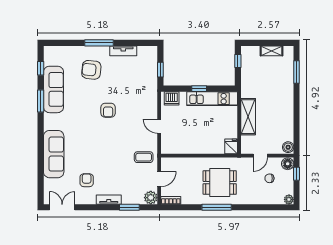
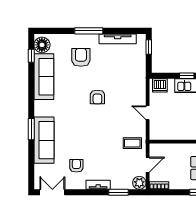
tv unit: (123, 51) -> (118, 39), width x1.41
floor lamp: (52, 57) -> (42, 45), added
armchair: (91, 70) -> (81, 57), turned 84
window: (160, 70) -> (149, 47), moved
window: (41, 101) -> (31, 129), moved

